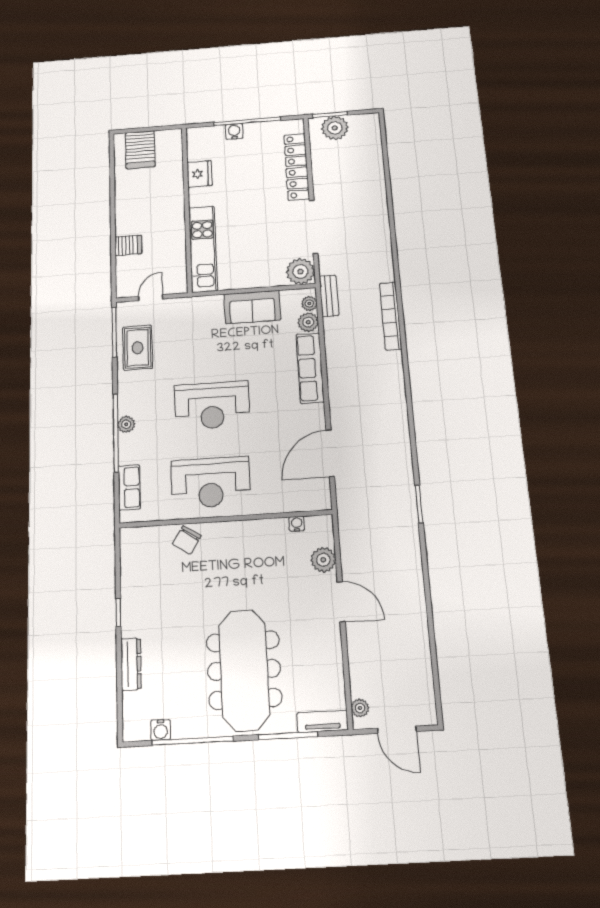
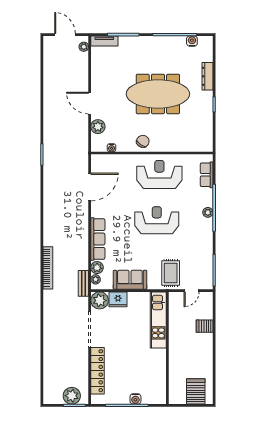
fridge: (199, 174) -> (118, 299), moved, turned -90
rug: (138, 348) -> (171, 273), moved
chair: (187, 540) -> (143, 141), moved
meeting table: (244, 670) -> (158, 94), moved, turned 90

